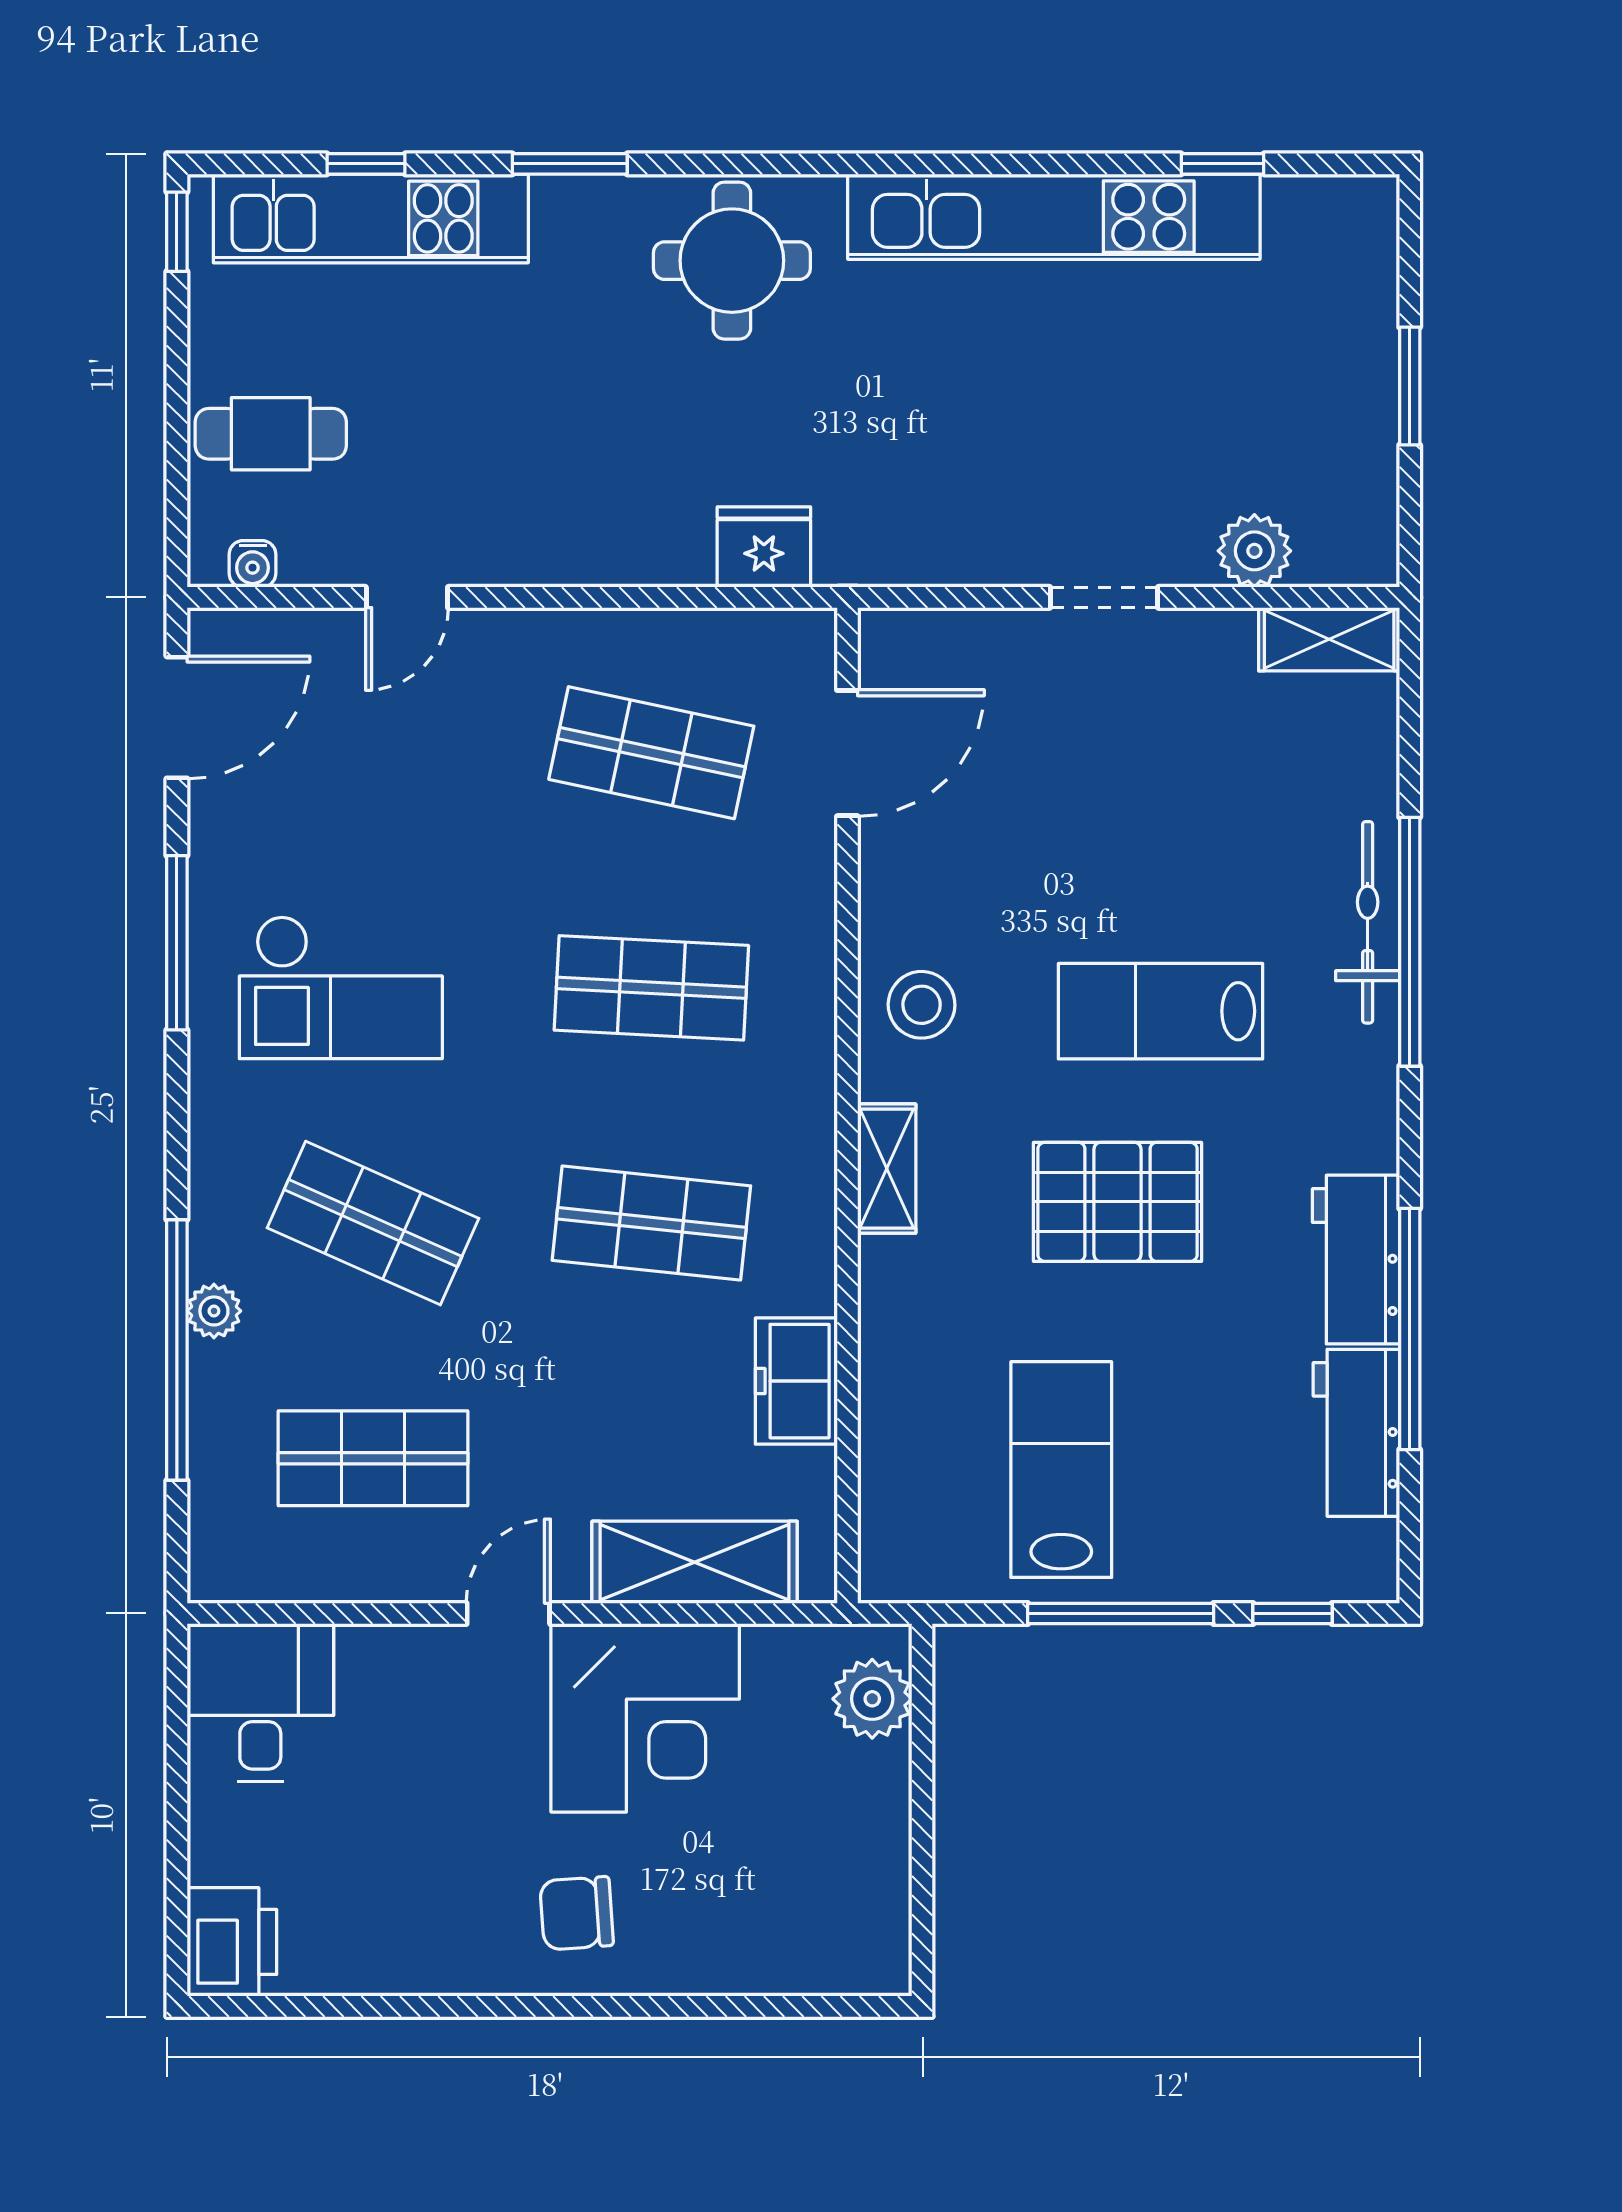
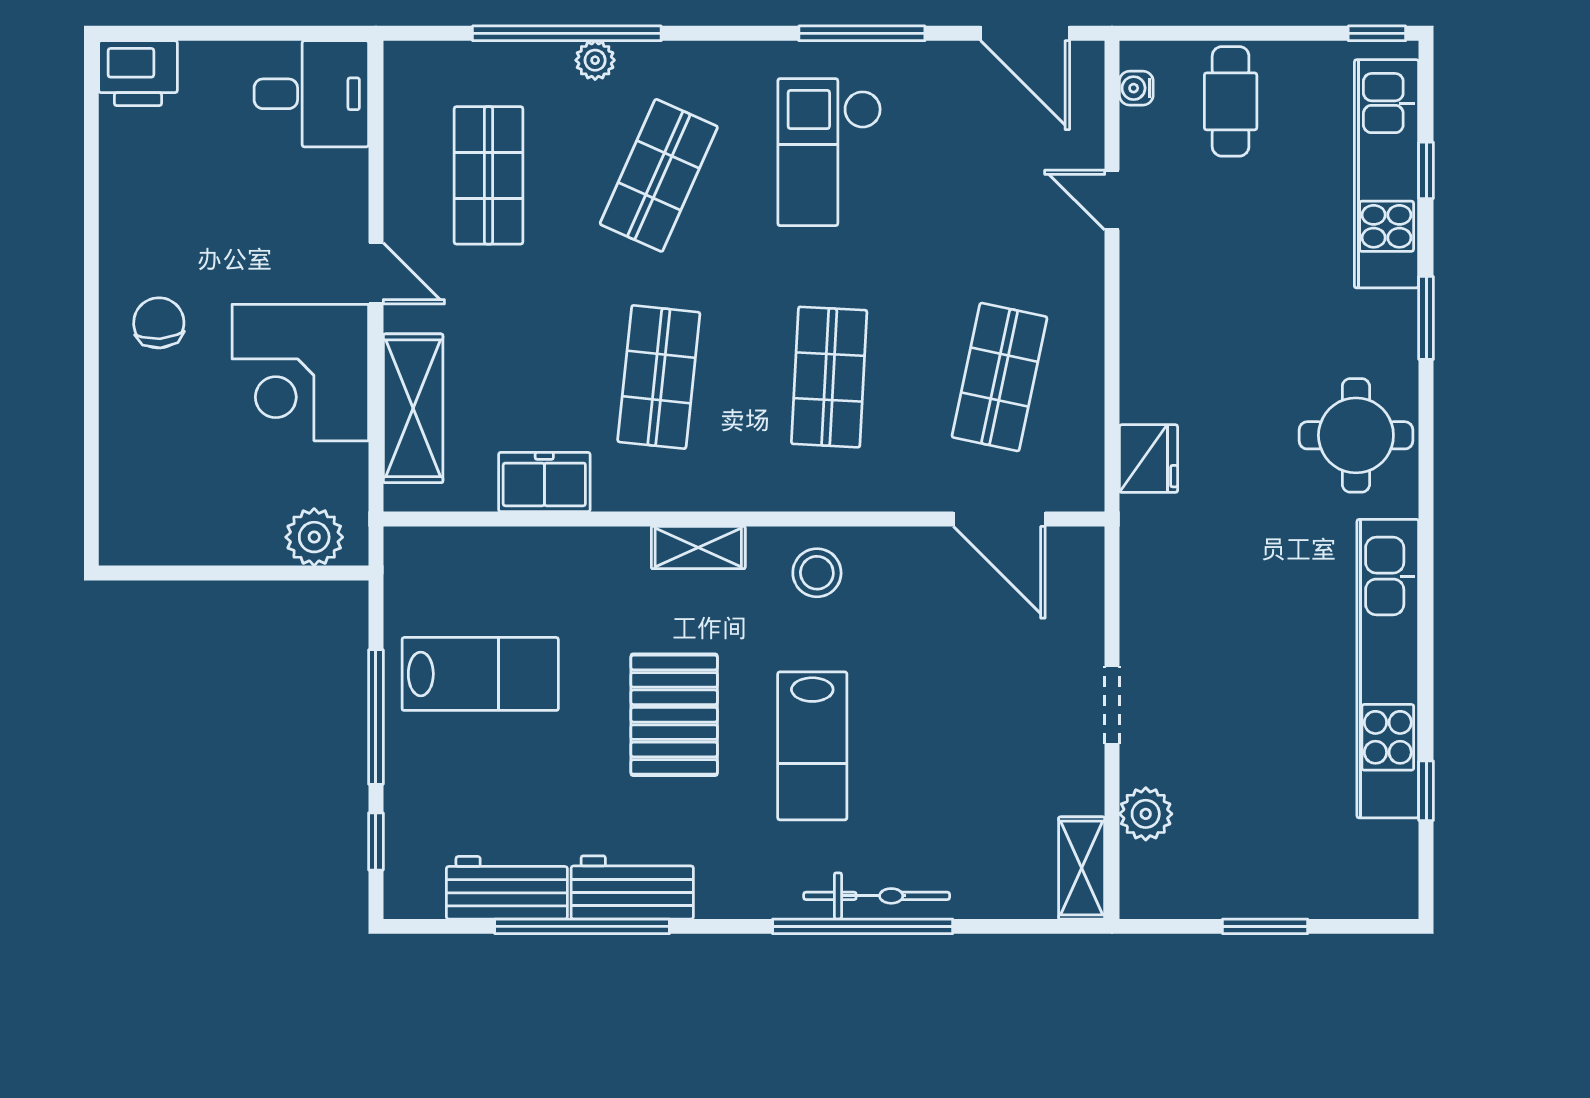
lab bench: (1160, 1011) -> (812, 746), turned 180

